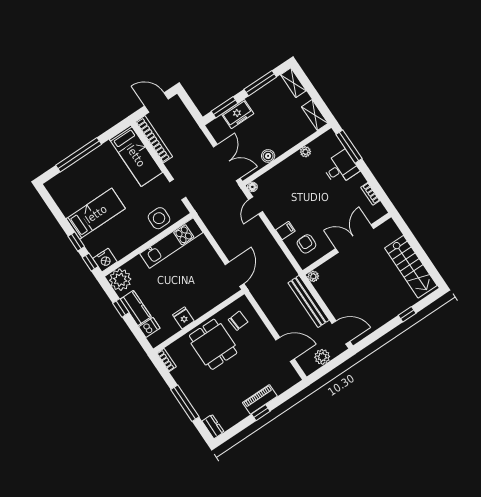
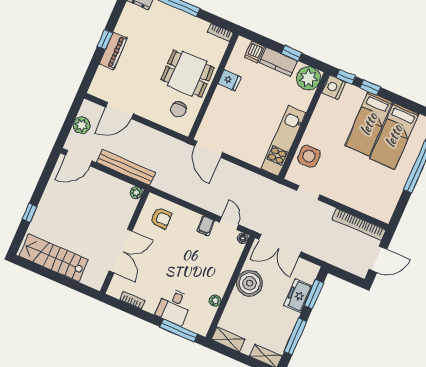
bed: (136, 156) -> (394, 136), moved, turned -90
boiler: (268, 156) -> (250, 283), width x1.86, depth x1.86
filing cabinet: (285, 231) -> (206, 226), moved

